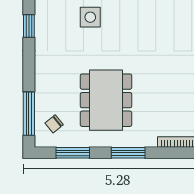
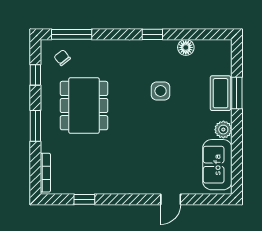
dining table: (106, 100) -> (84, 106), turned 90
window: (73, 153) -> (35, 75), width x0.67

